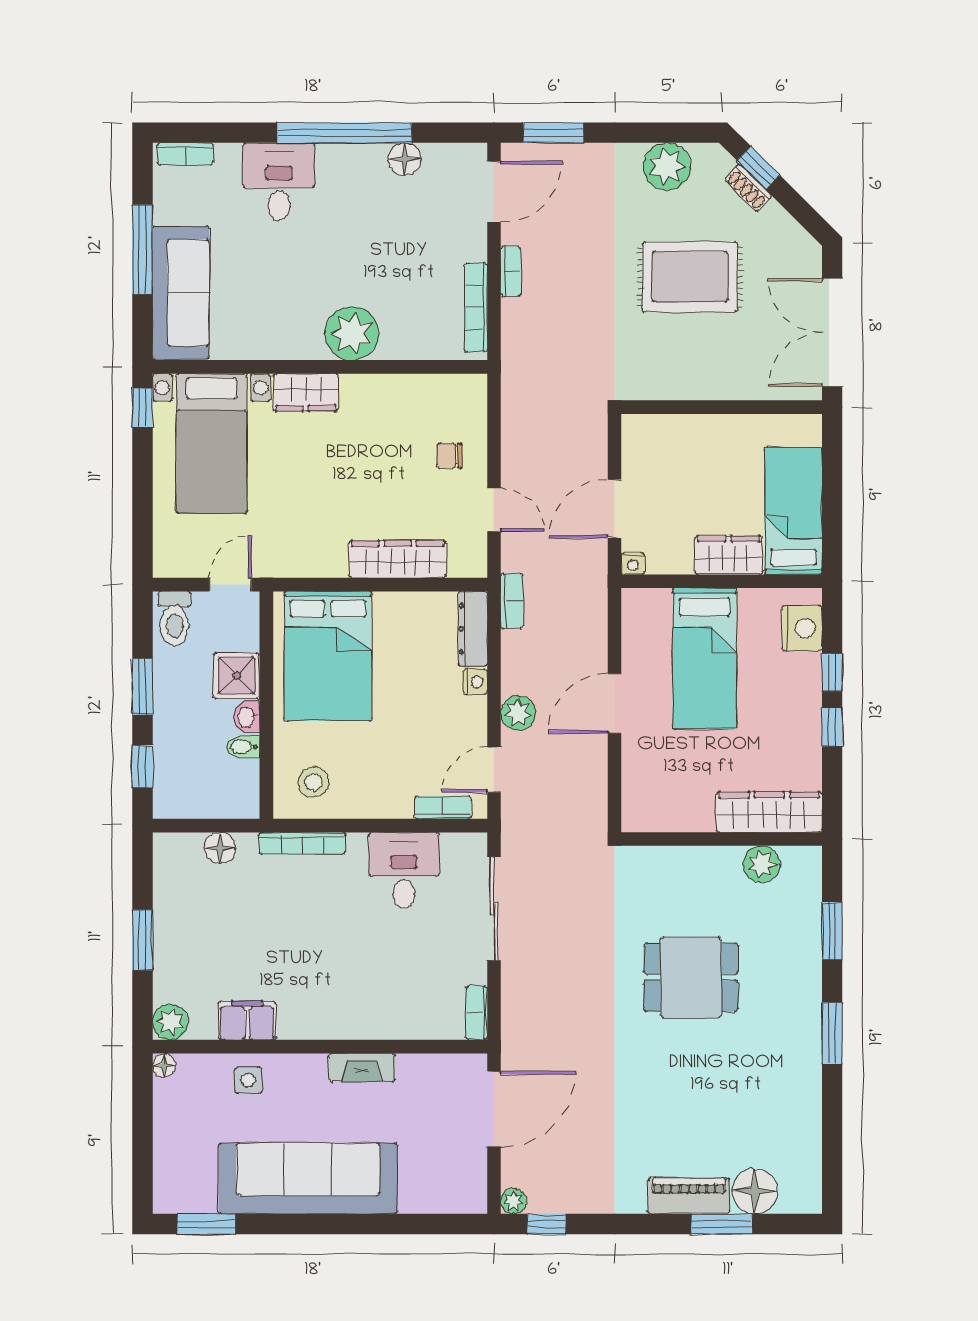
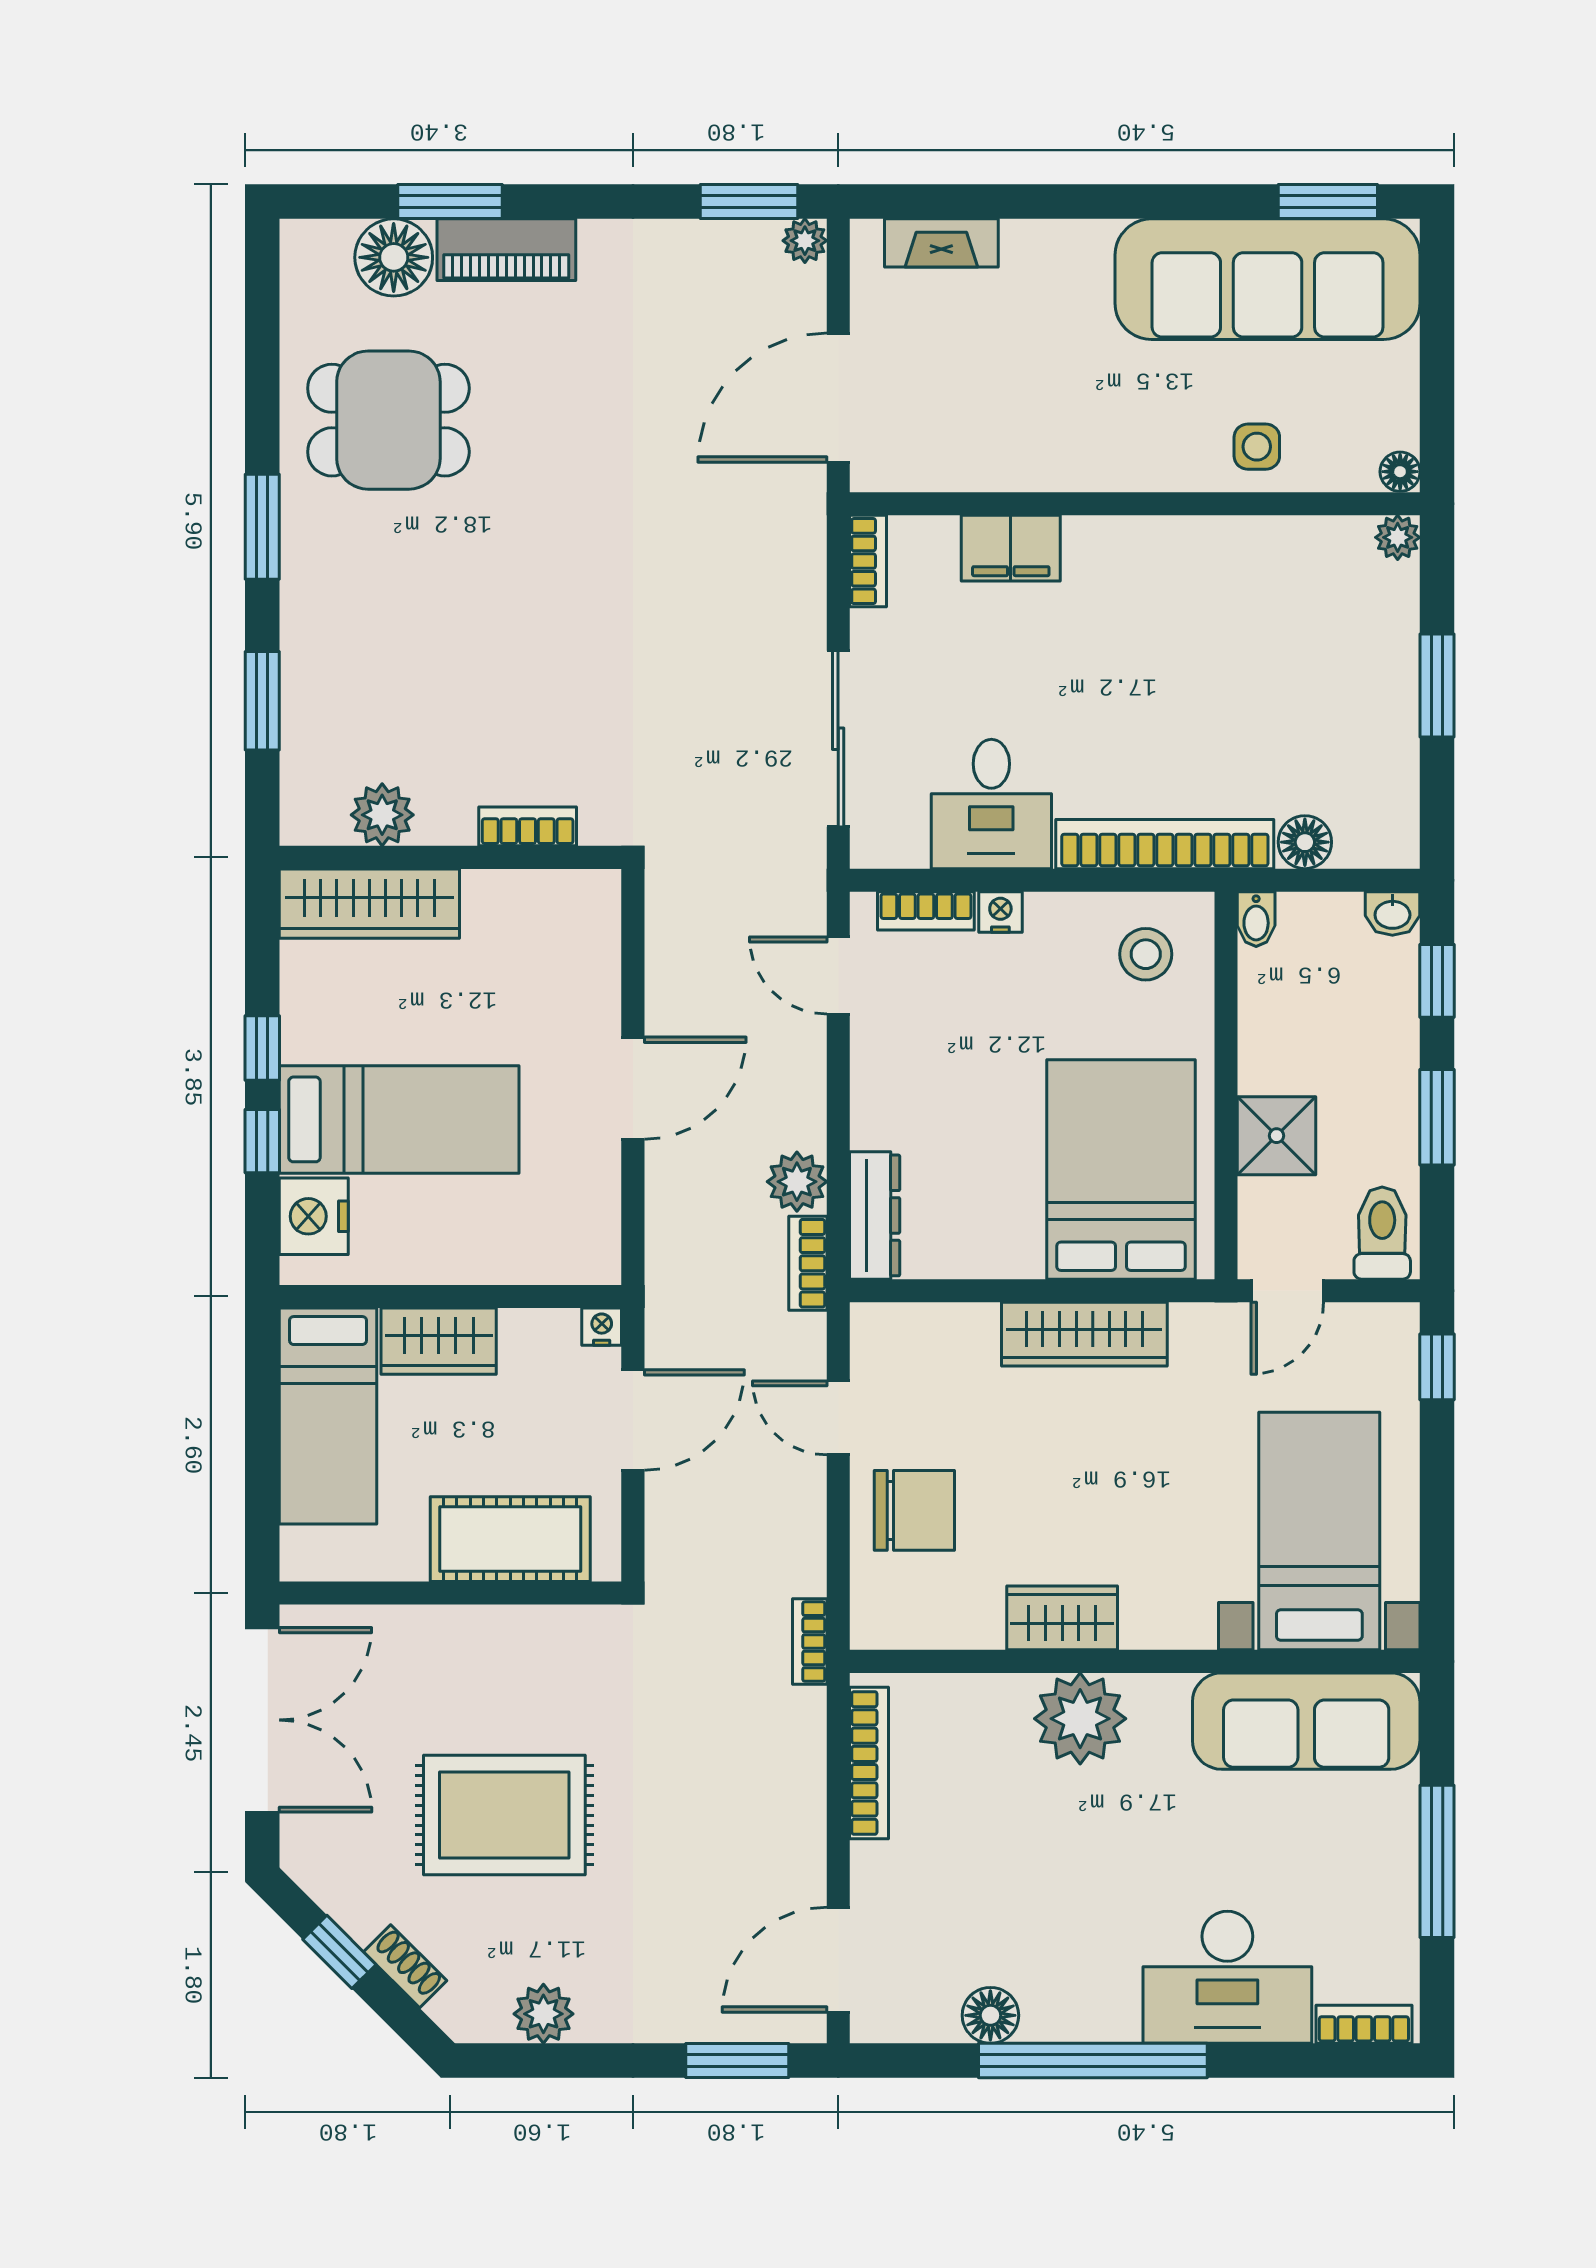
plant: (667, 166) -> (543, 2014), width x0.73, depth x0.73
window: (758, 168) -> (339, 1952), moved
desk: (279, 181) -> (1227, 1977), width x1.37
bookcase: (511, 271) -> (810, 1642), moved
sofa: (181, 293) -> (1306, 1721), moved, turned -90
wardrobe: (306, 392) -> (1062, 1618), moved
window: (142, 407) -> (1437, 1367), moved
cot: (687, 439) -> (510, 1539), added
chair: (449, 456) -> (914, 1510), width x1.87, depth x1.87
wardrobe: (398, 559) -> (1084, 1334), moved
bed: (705, 658) -> (399, 1119), moved, turned 90
nightstand: (475, 682) -> (1000, 912), moved, turned 90
plant: (518, 713) -> (797, 1182), moved
washbasin: (247, 717) -> (1392, 914), moved, turned 90
bidet: (243, 747) -> (1256, 919), moved, turned 90
door: (494, 770) -> (838, 975), swing flipped
bookcase: (302, 843) -> (1165, 844), width x1.48, depth x1.31
bookcase: (676, 857) -> (528, 826), added
dining table: (691, 977) -> (388, 420), moved
filing cabinet: (247, 1021) -> (1011, 548), moved
plant: (170, 1022) -> (1398, 537), width x0.73, depth x0.73
fireplace: (362, 1067) -> (941, 243), moved, turned 180
sofa: (308, 1178) -> (1268, 279), moved
window: (546, 1224) -> (749, 202), width x1.50

